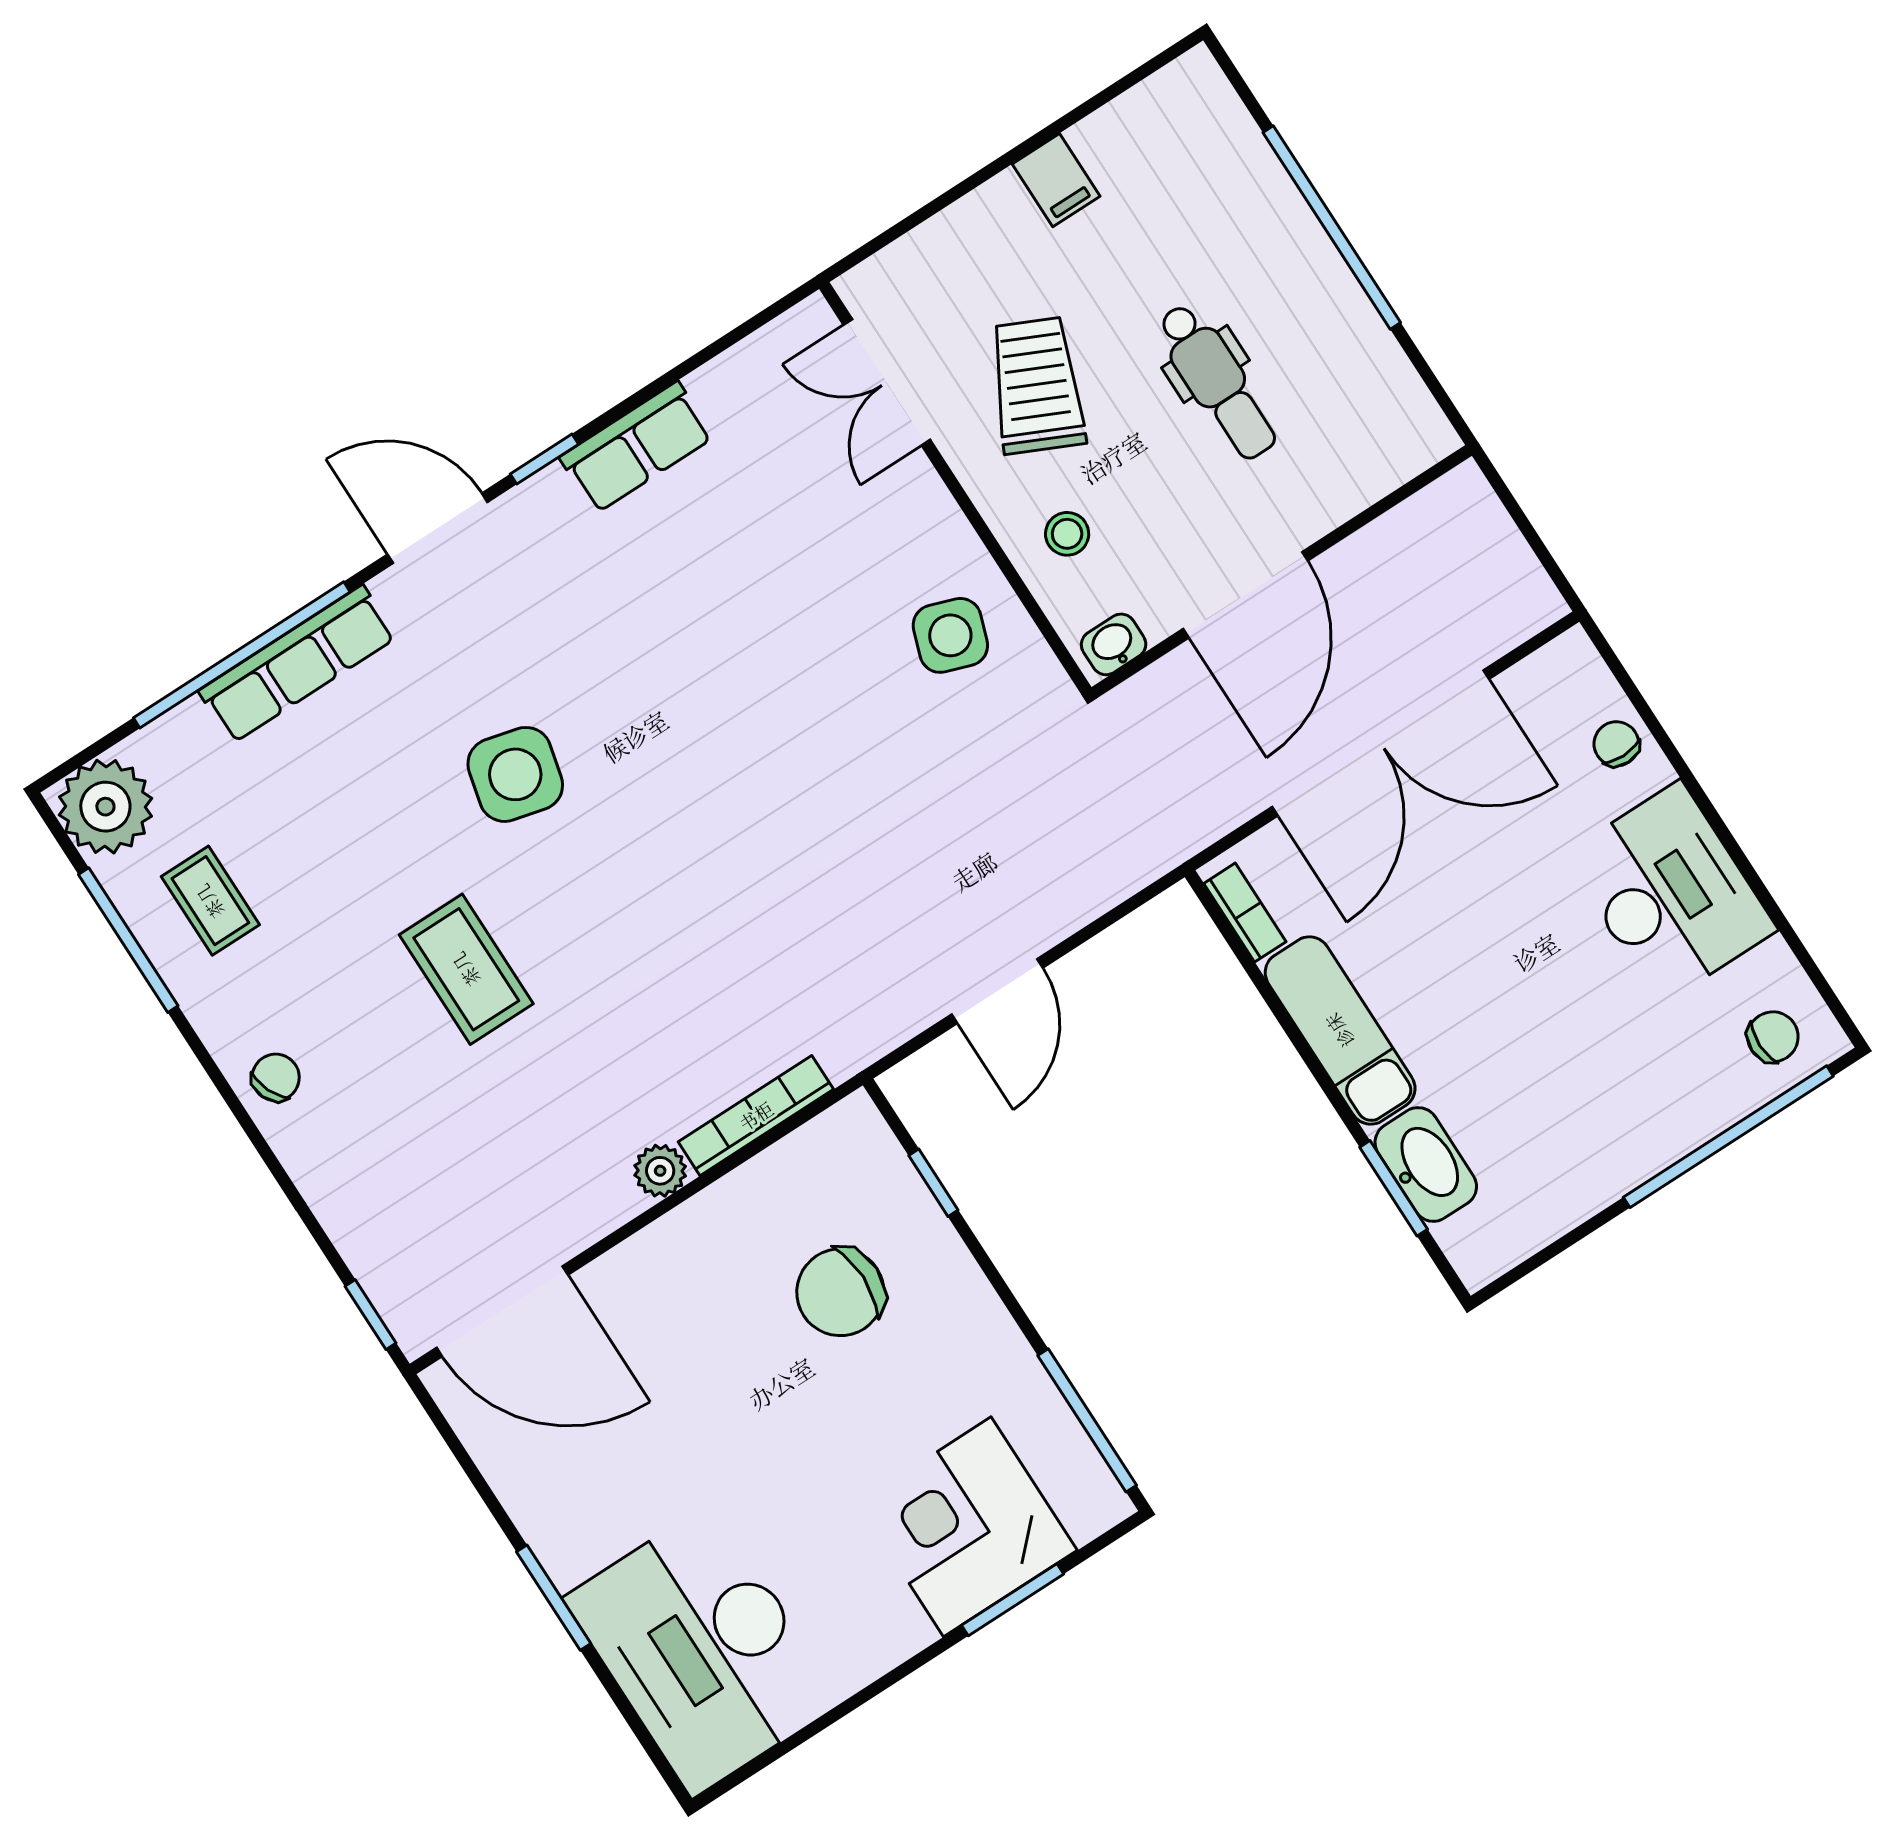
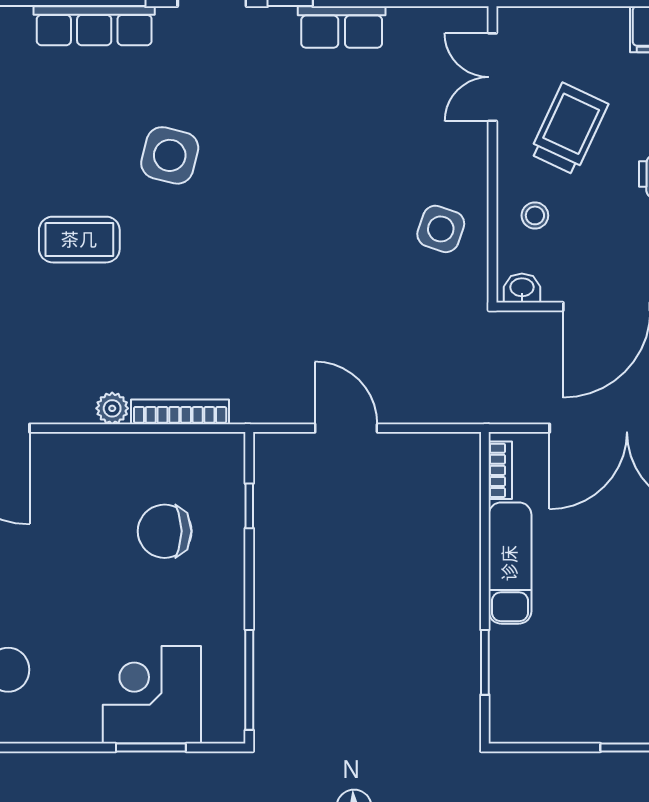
coffee table: (466, 969) -> (79, 240), turned 90
door: (997, 991) -> (346, 428), swing flipped
washbasin: (1426, 1164) -> (509, 661), removed

